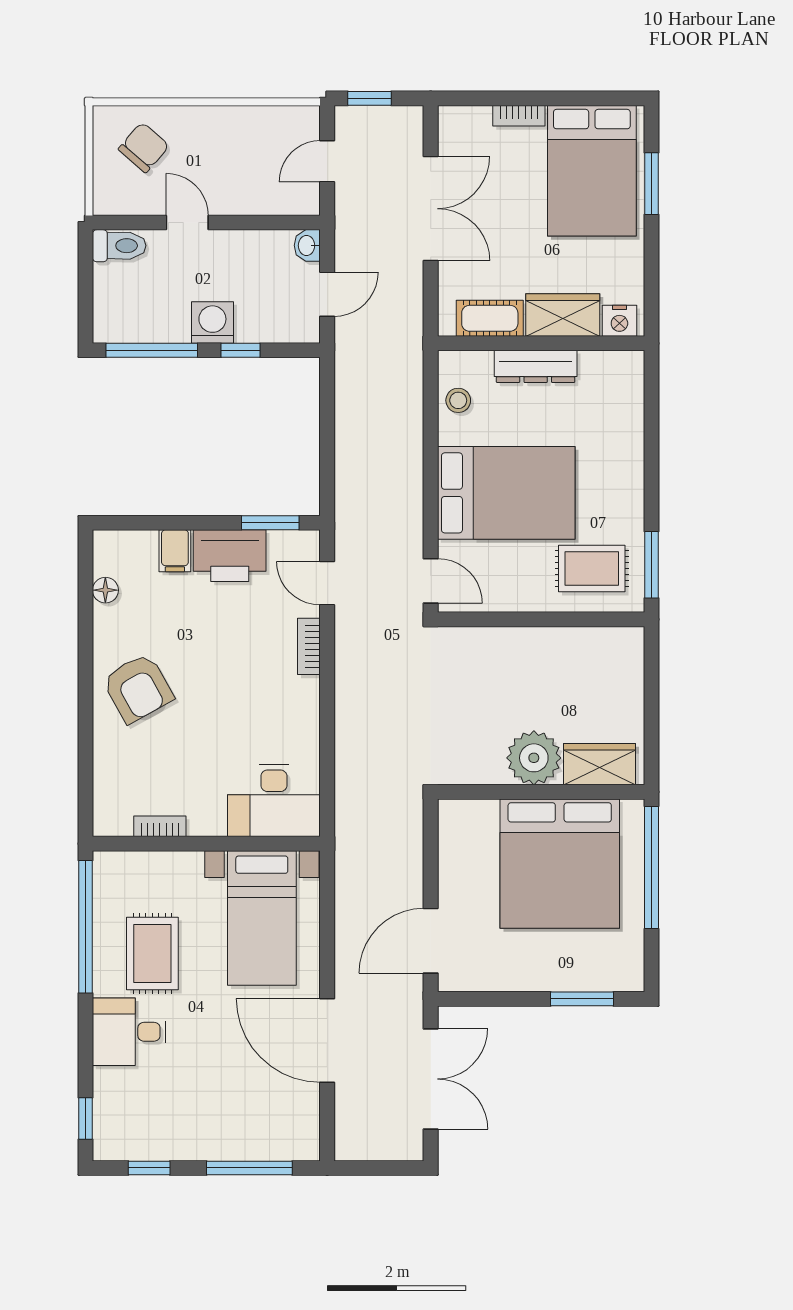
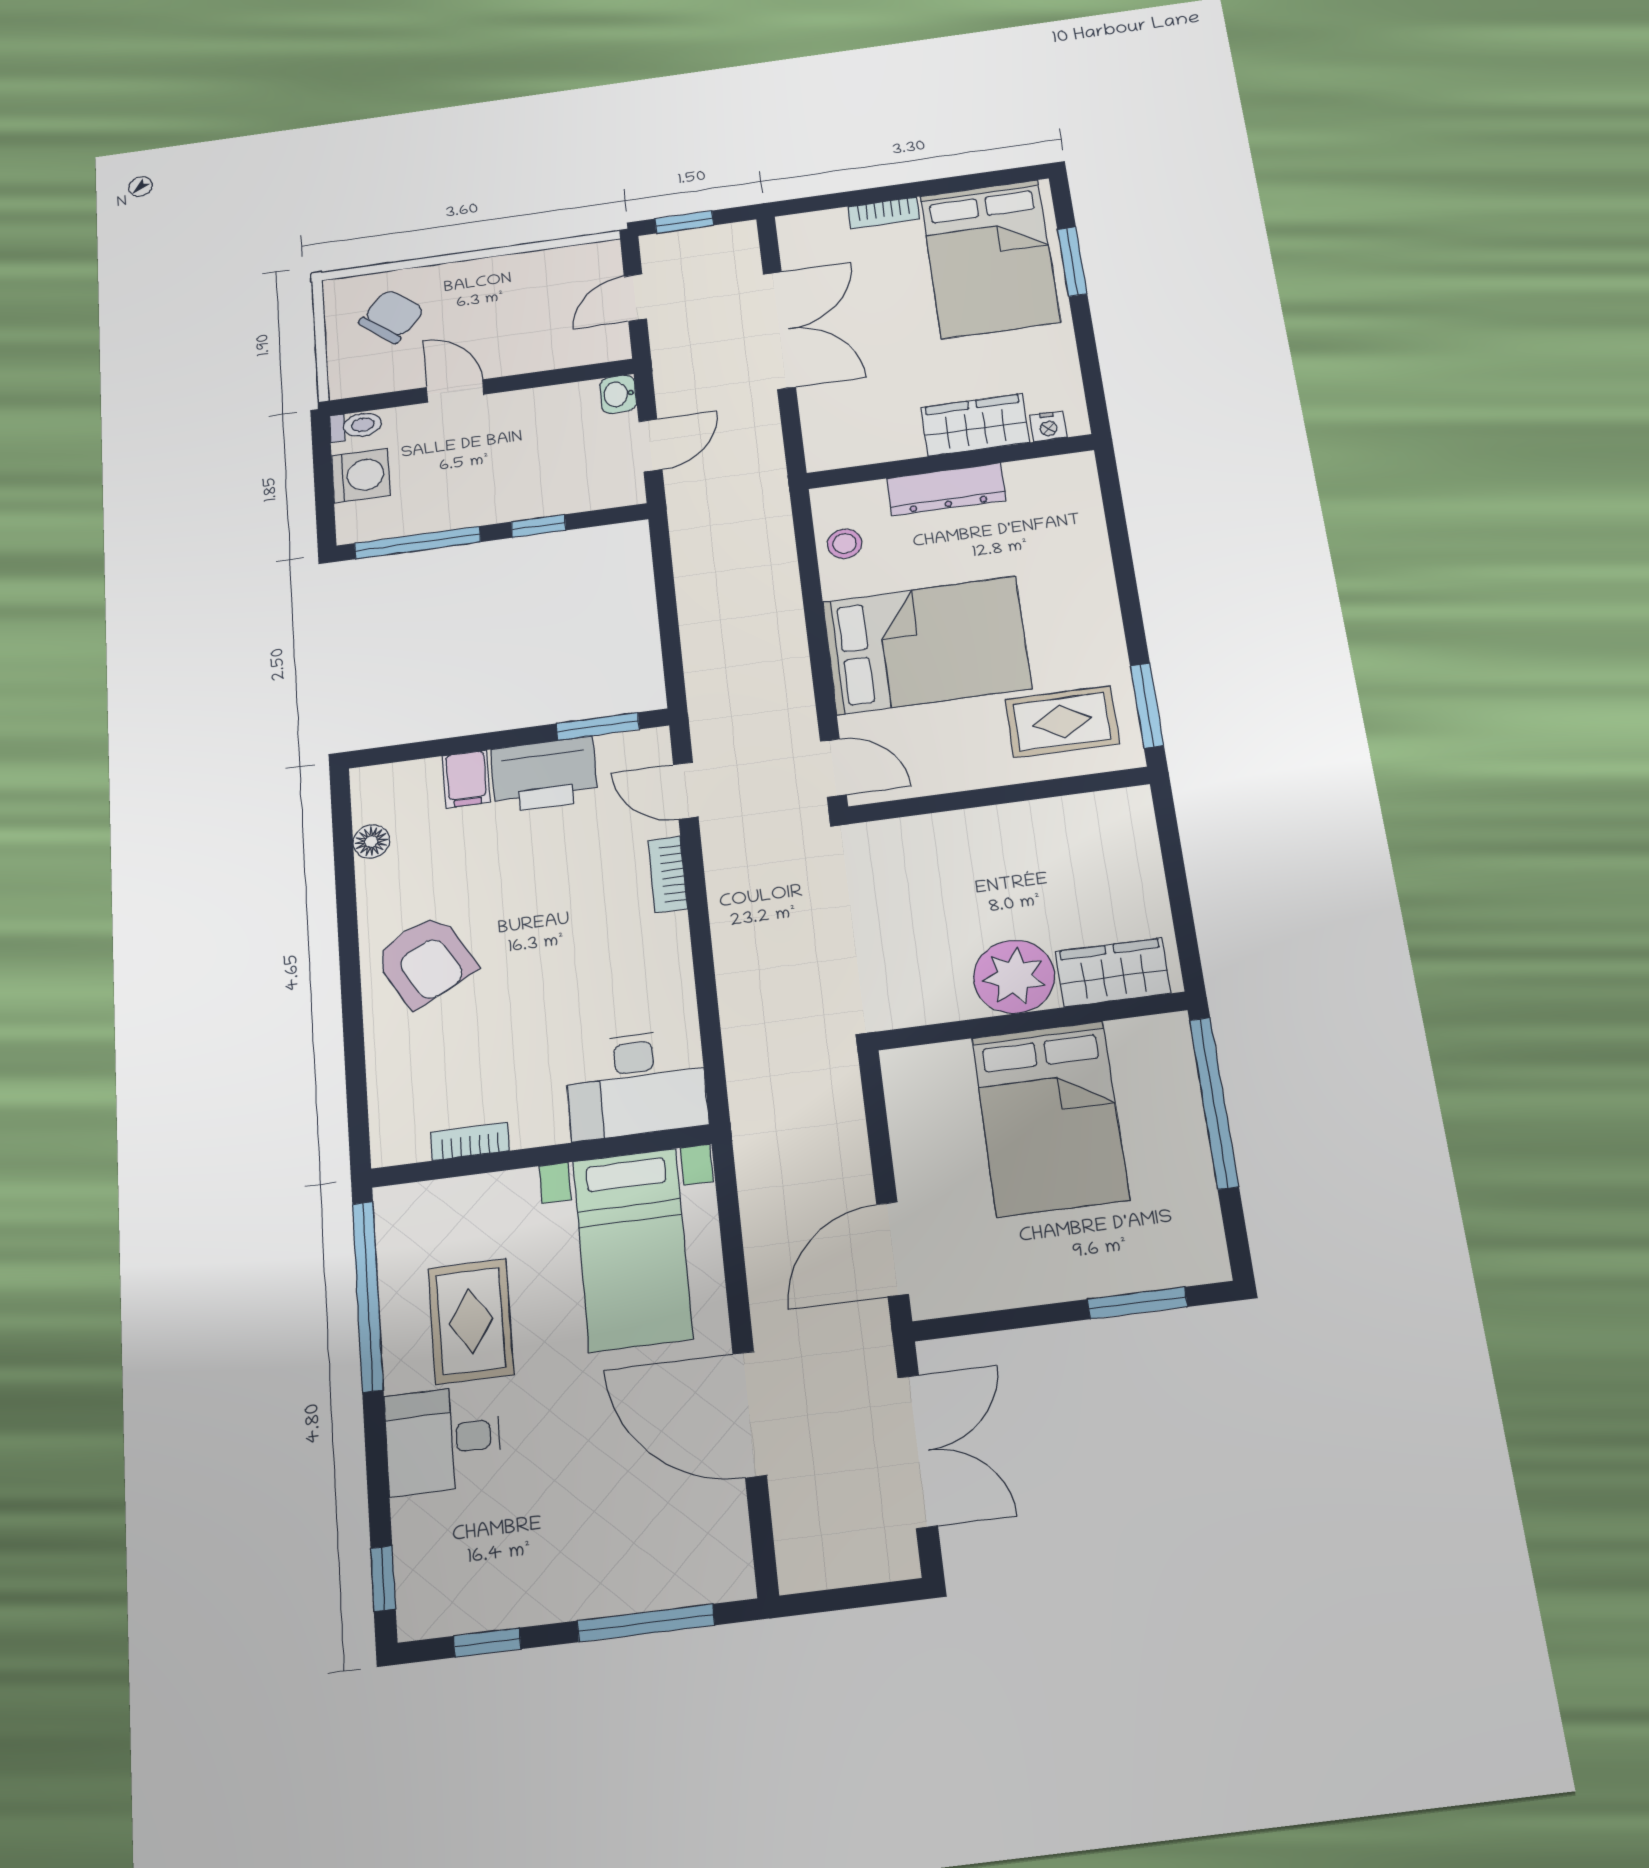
toilet: (119, 246) -> (356, 426), width x0.73, depth x0.72
cot: (490, 318) -> (876, 442), removed
nightstand: (619, 321) -> (1048, 426), width x0.72, depth x0.74
washing machine: (212, 322) -> (361, 475), moved, turned 90
bed: (560, 864) -> (1050, 1118), width x0.73

